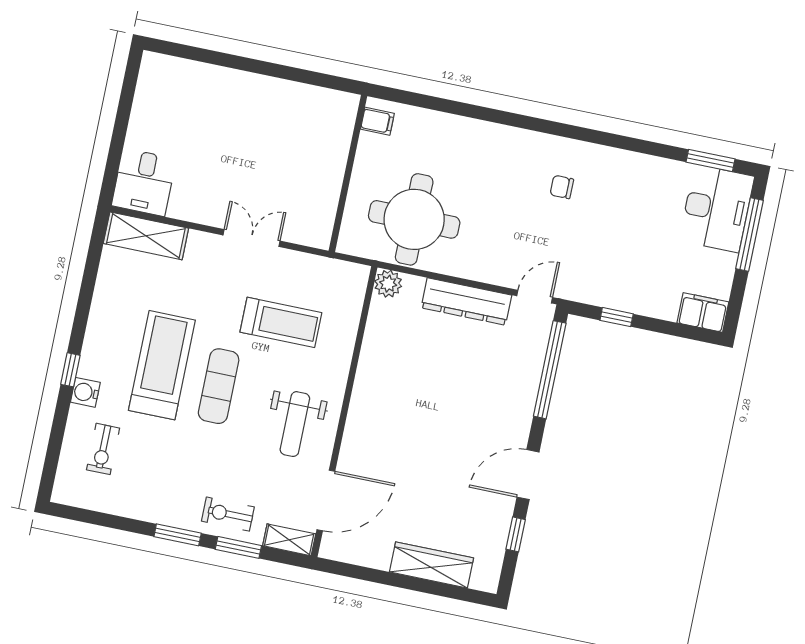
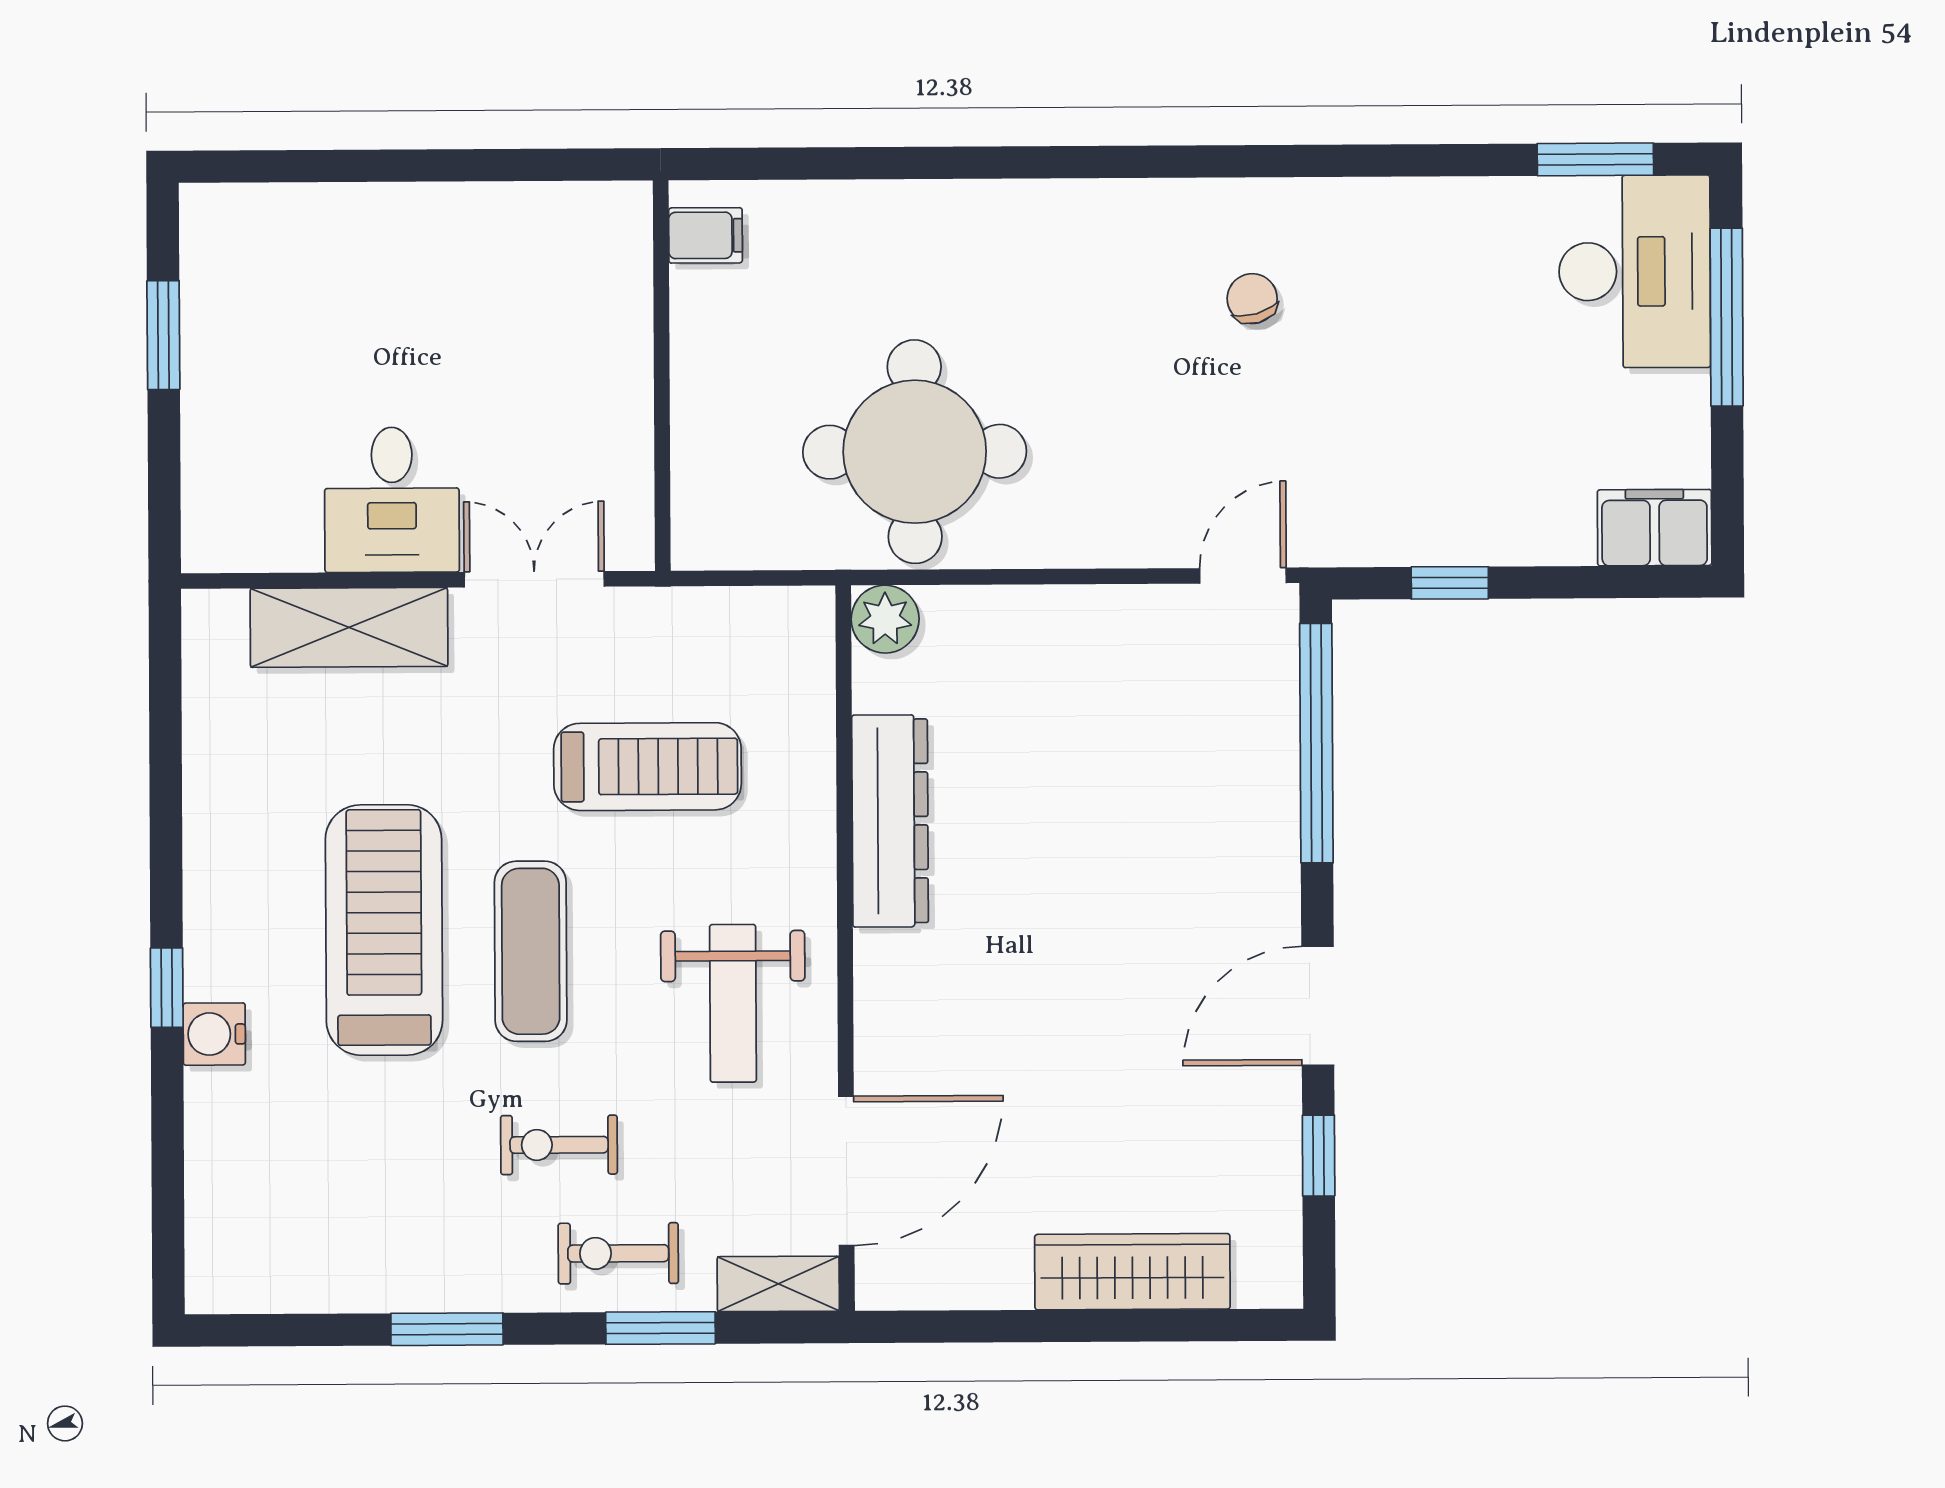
window: (124, 109) -> (163, 335), added
filing cabinet: (377, 121) -> (705, 235), moved
wall: (348, 173) -> (662, 376), moved
desk: (144, 182) -> (392, 500), moved
chair: (562, 187) -> (1252, 299), turned 74
shelving: (146, 236) -> (349, 627), moved
dresser: (466, 301) -> (890, 821), moved, turned -90
exercise bike: (103, 449) -> (559, 1145), moved, turned 90
window: (178, 535) -> (447, 1329), moved

